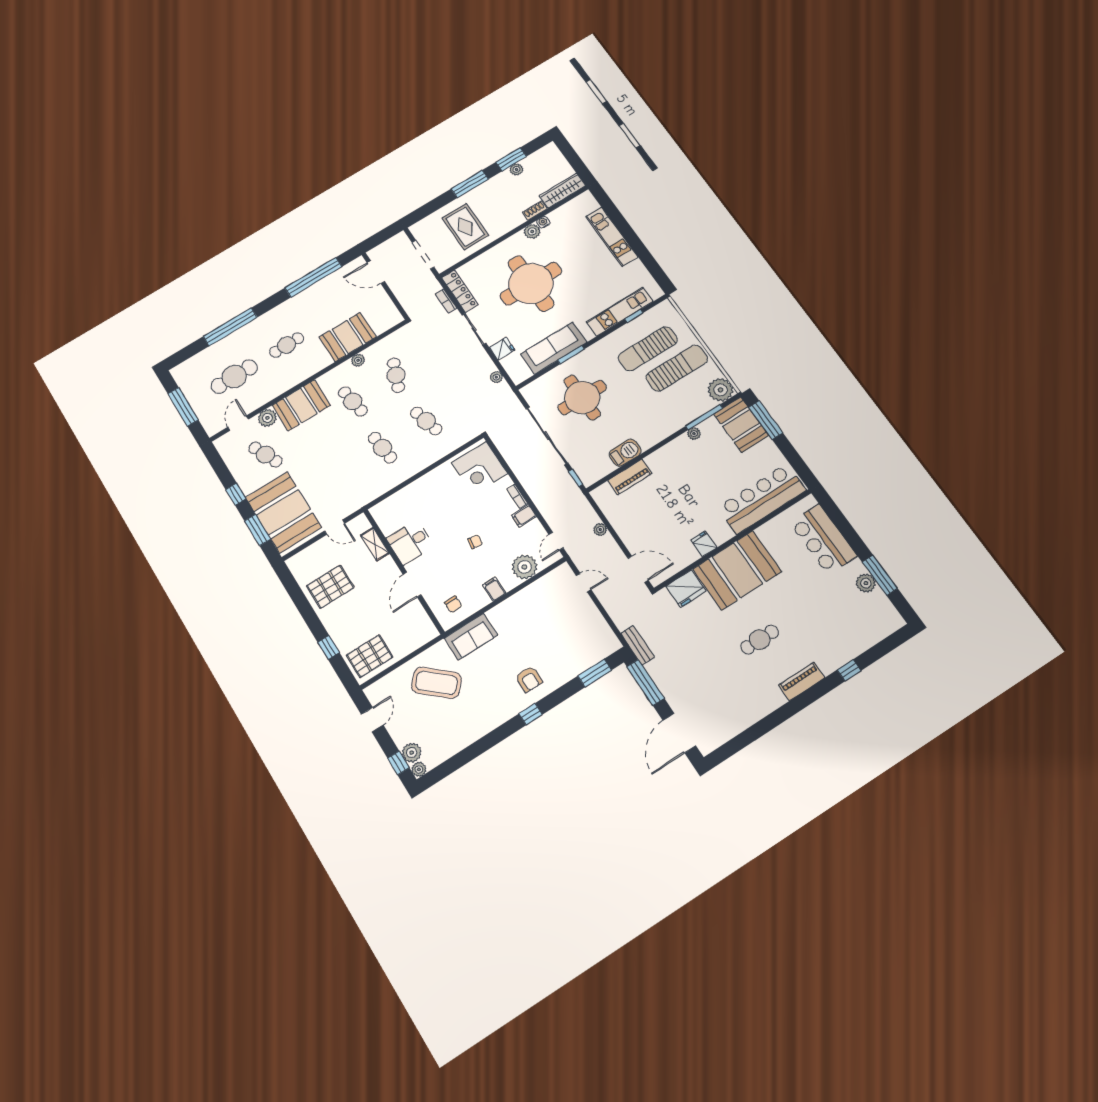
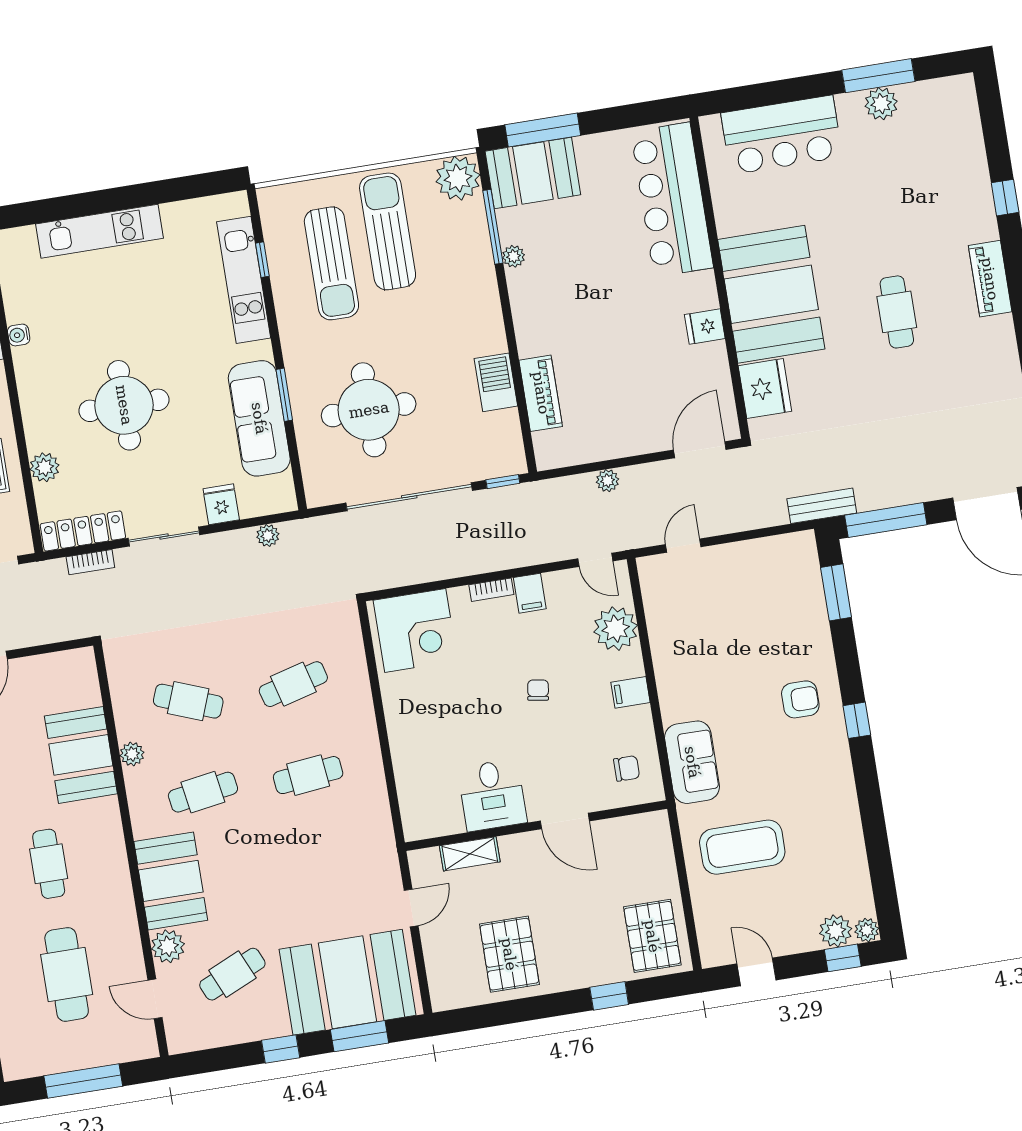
plant: (532, 231) -> (45, 467), moved
round table: (531, 284) -> (124, 405), width x0.73, depth x0.73
coffee table: (436, 683) -> (742, 847), turned 48

